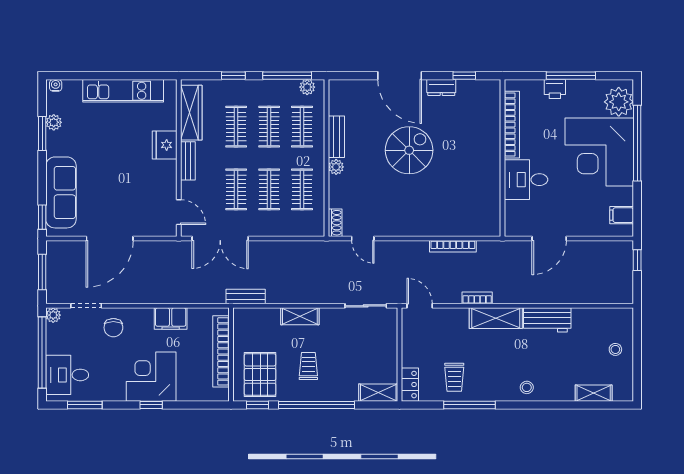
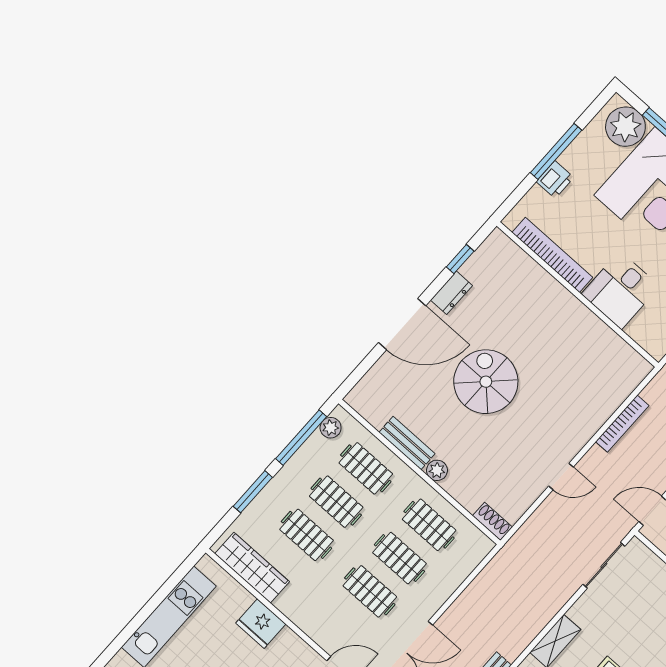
window: (233, 76) -> (253, 492), width x1.50
bench: (188, 161) -> (298, 614), removed
door: (363, 238) -> (561, 476), moved

